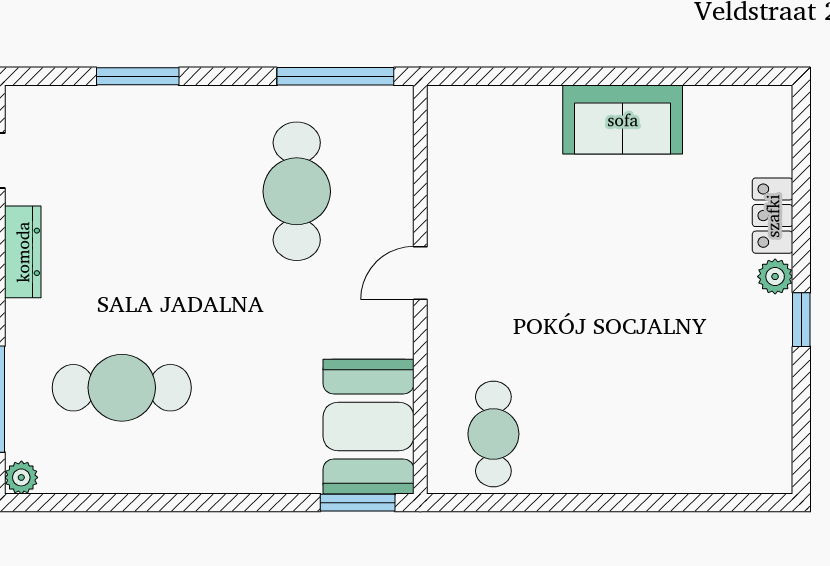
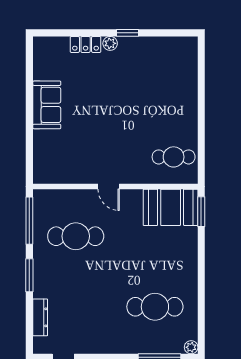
window: (138, 76) -> (29, 275), moved
dresser: (23, 252) -> (40, 317), moved, turned 90
cafe table: (122, 388) -> (155, 307), turned 90

